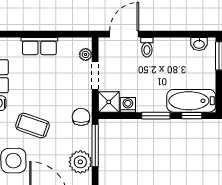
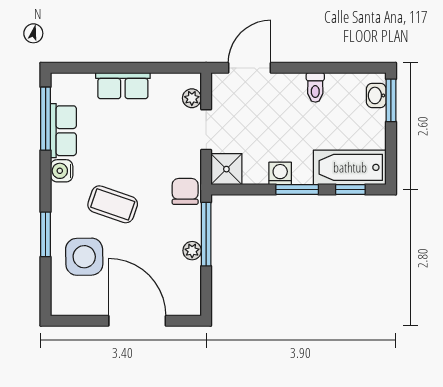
washbasin: (199, 44) -> (376, 95), moved, turned 90
toilet: (147, 47) -> (315, 87), moved
washing machine: (128, 105) -> (280, 173), moved
plant: (80, 162) -> (192, 251), width x0.53, depth x0.53

